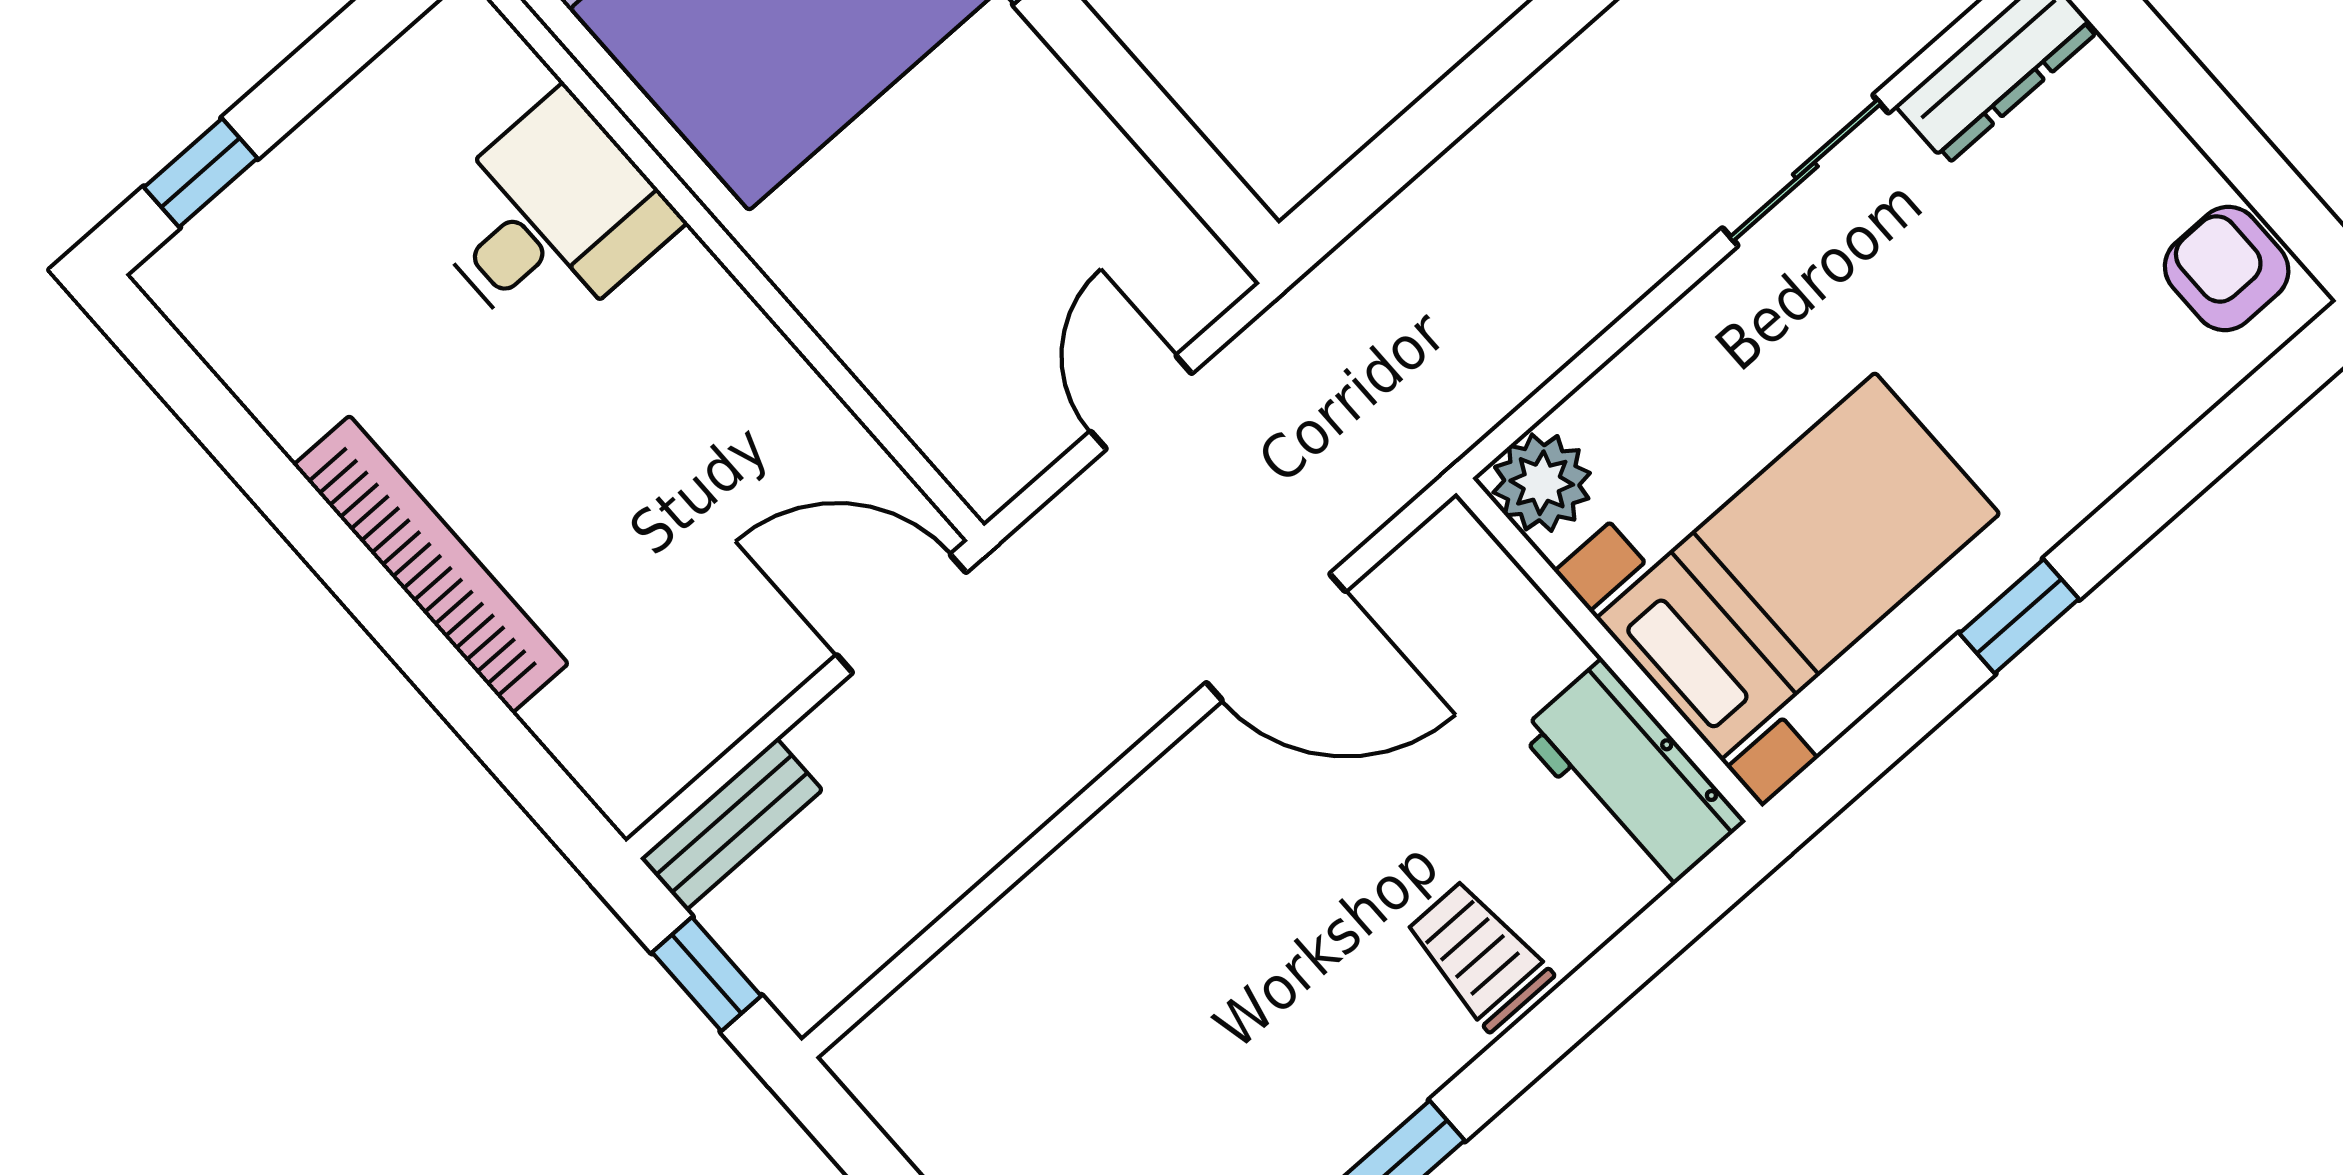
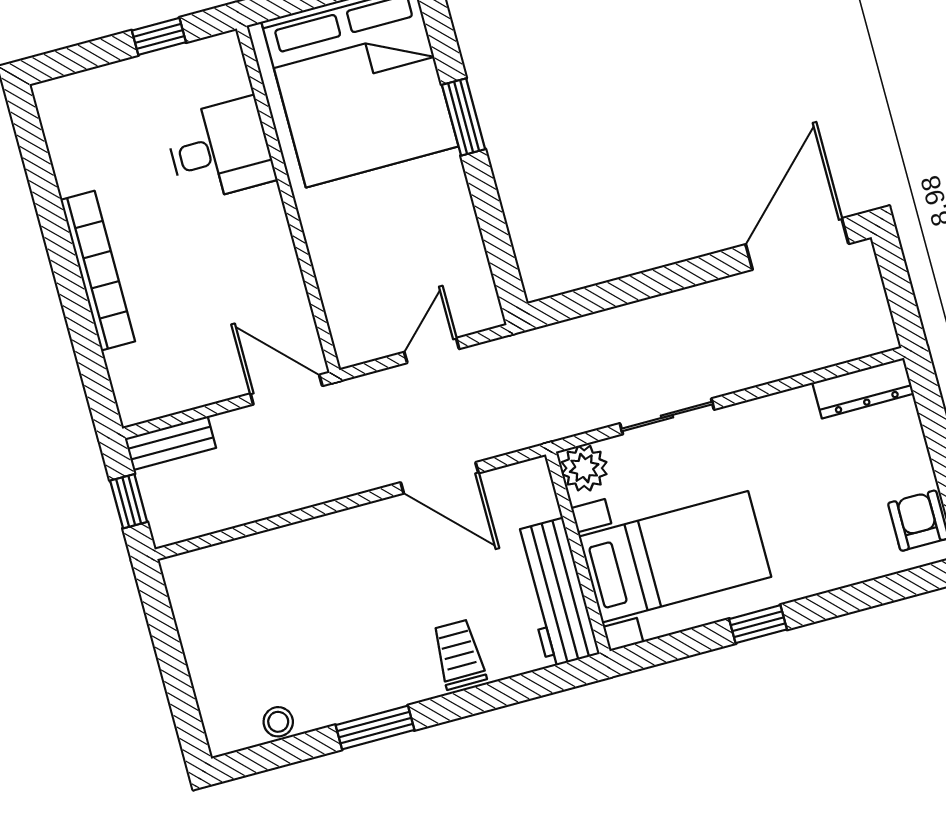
sliding door: (1805, 170) -> (667, 416), moved
window: (201, 173) -> (159, 36), moved
workbench: (1632, 777) -> (556, 593), width x1.38

